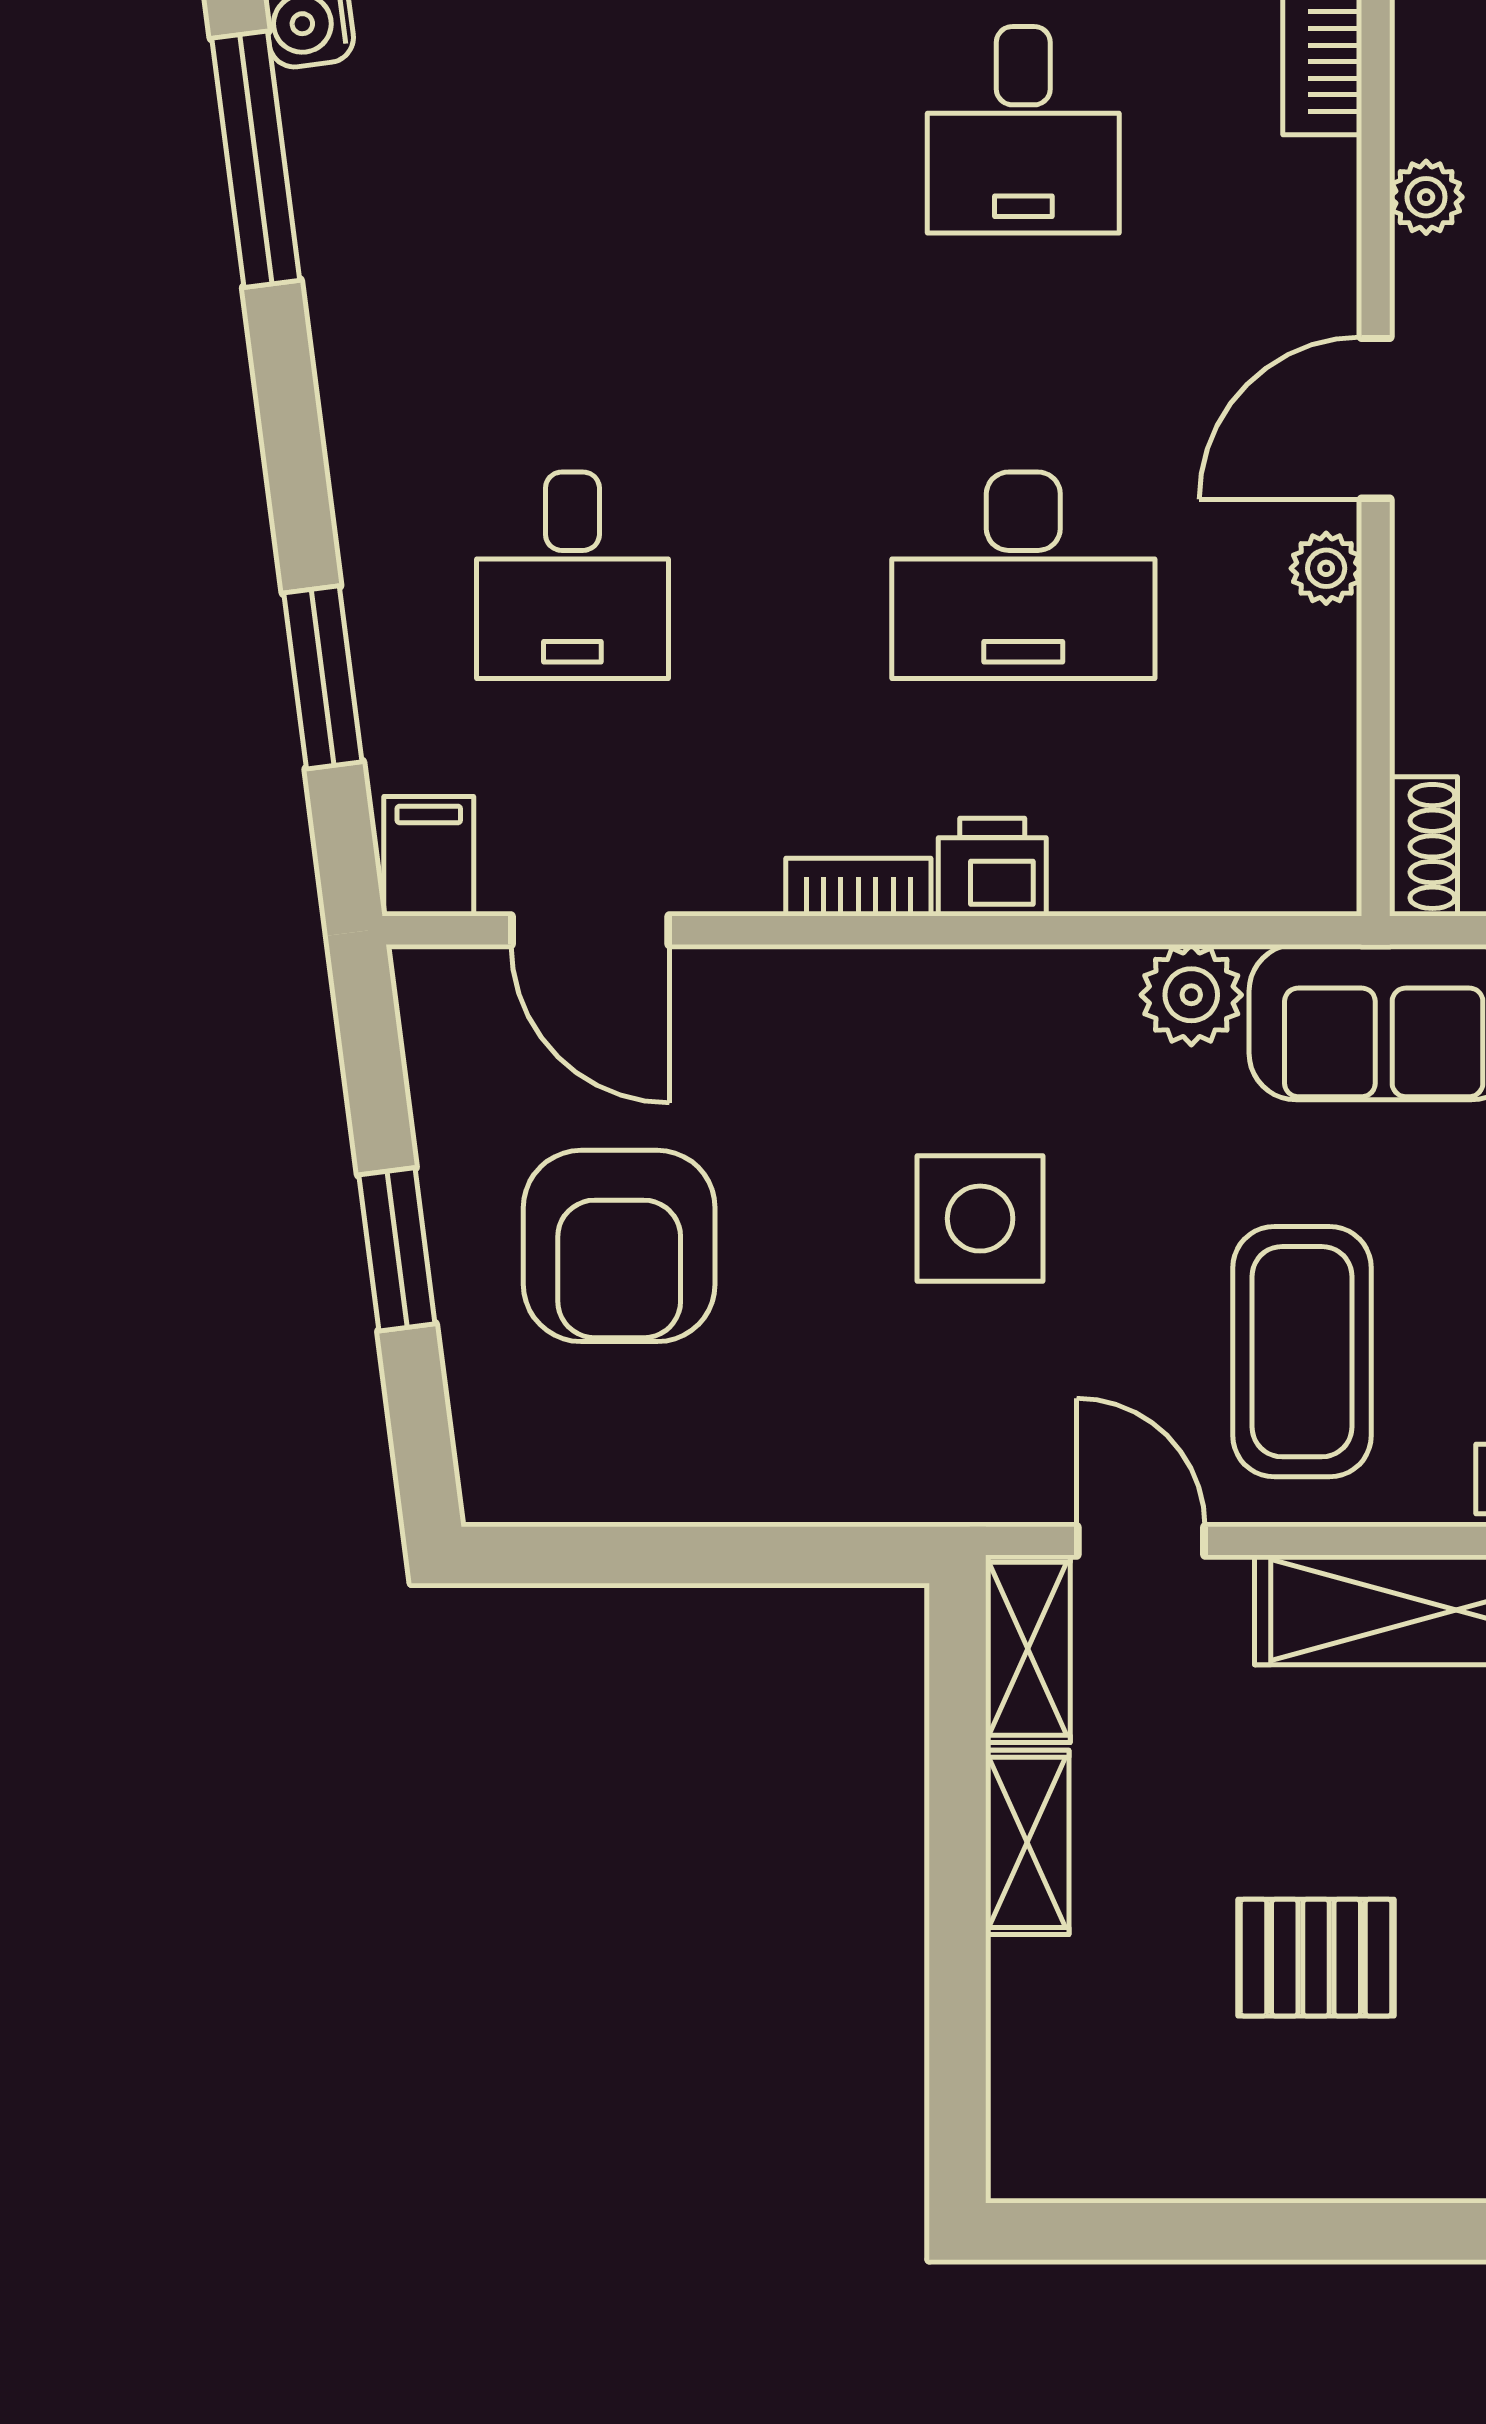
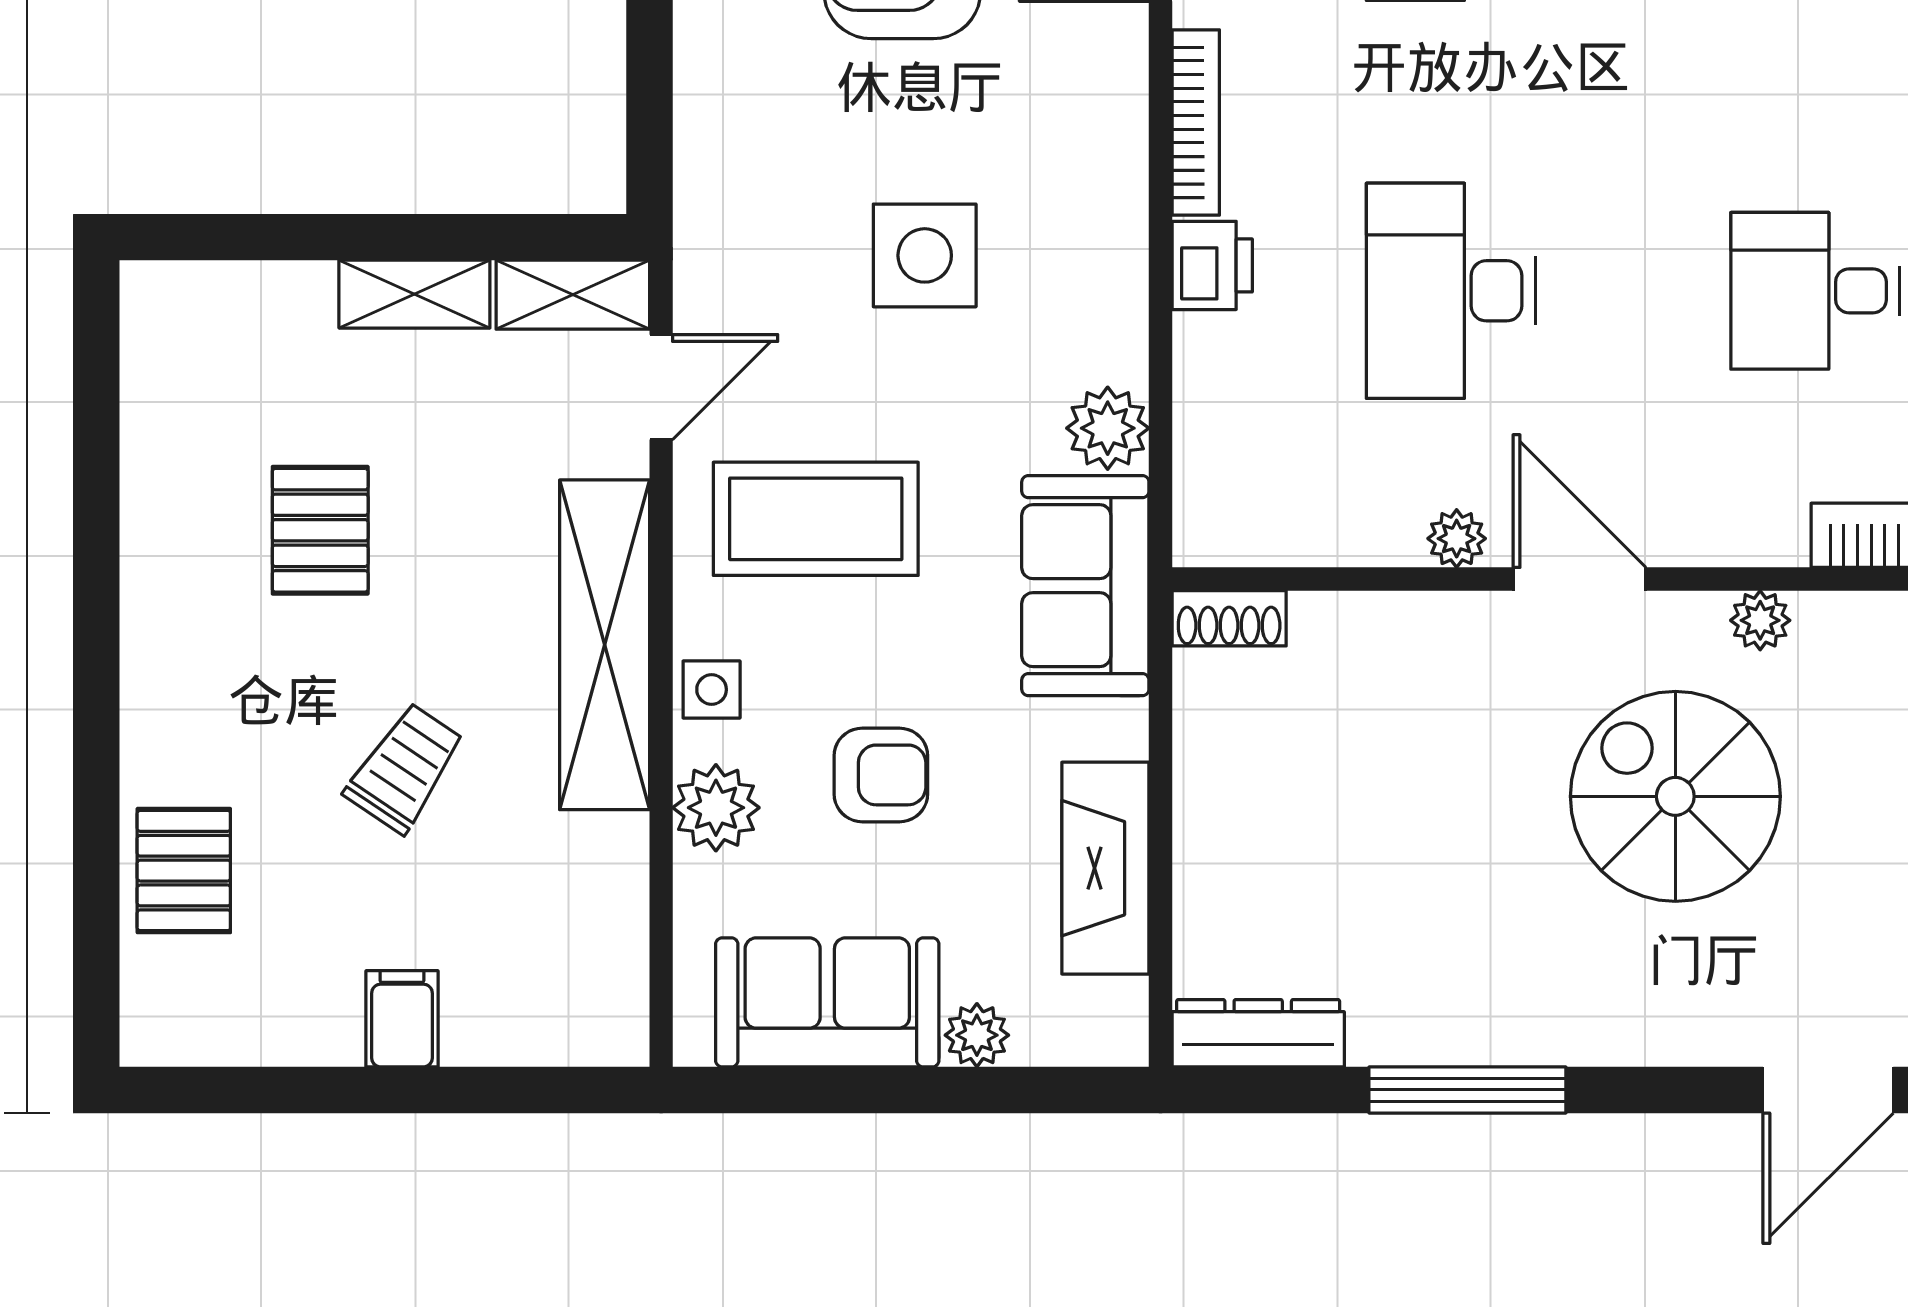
bookcase: (858, 887) -> (1196, 122), width x1.56

